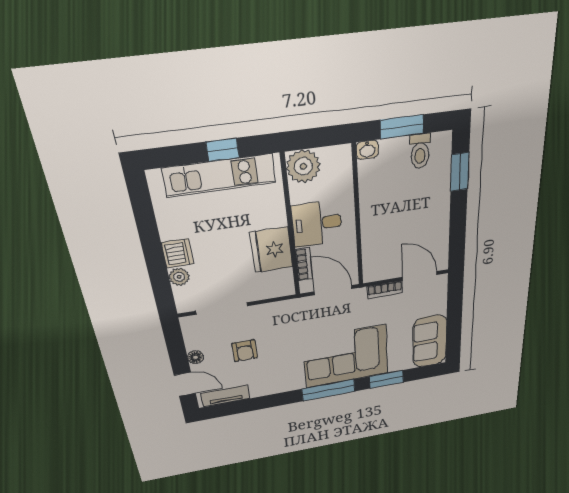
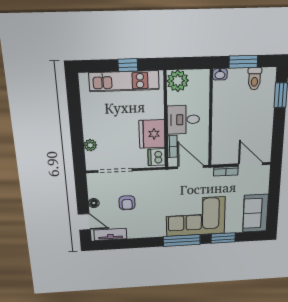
dishwasher: (177, 253) -> (157, 157), moved, turned 180

